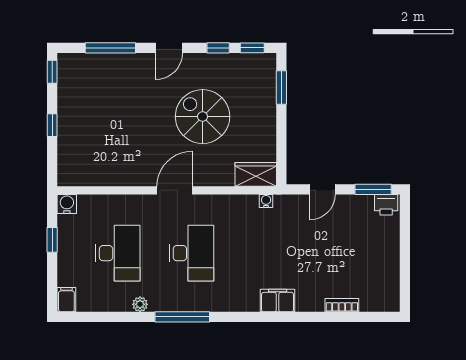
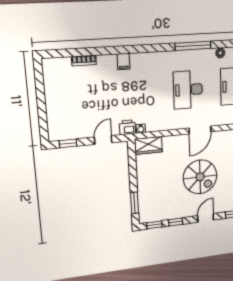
spiral stairs: (203, 117) -> (200, 177), moved
window: (373, 189) -> (68, 143), width x0.67
printer: (386, 205) -> (127, 127), moved
filing cabinet: (278, 300) -> (123, 61), width x0.50

